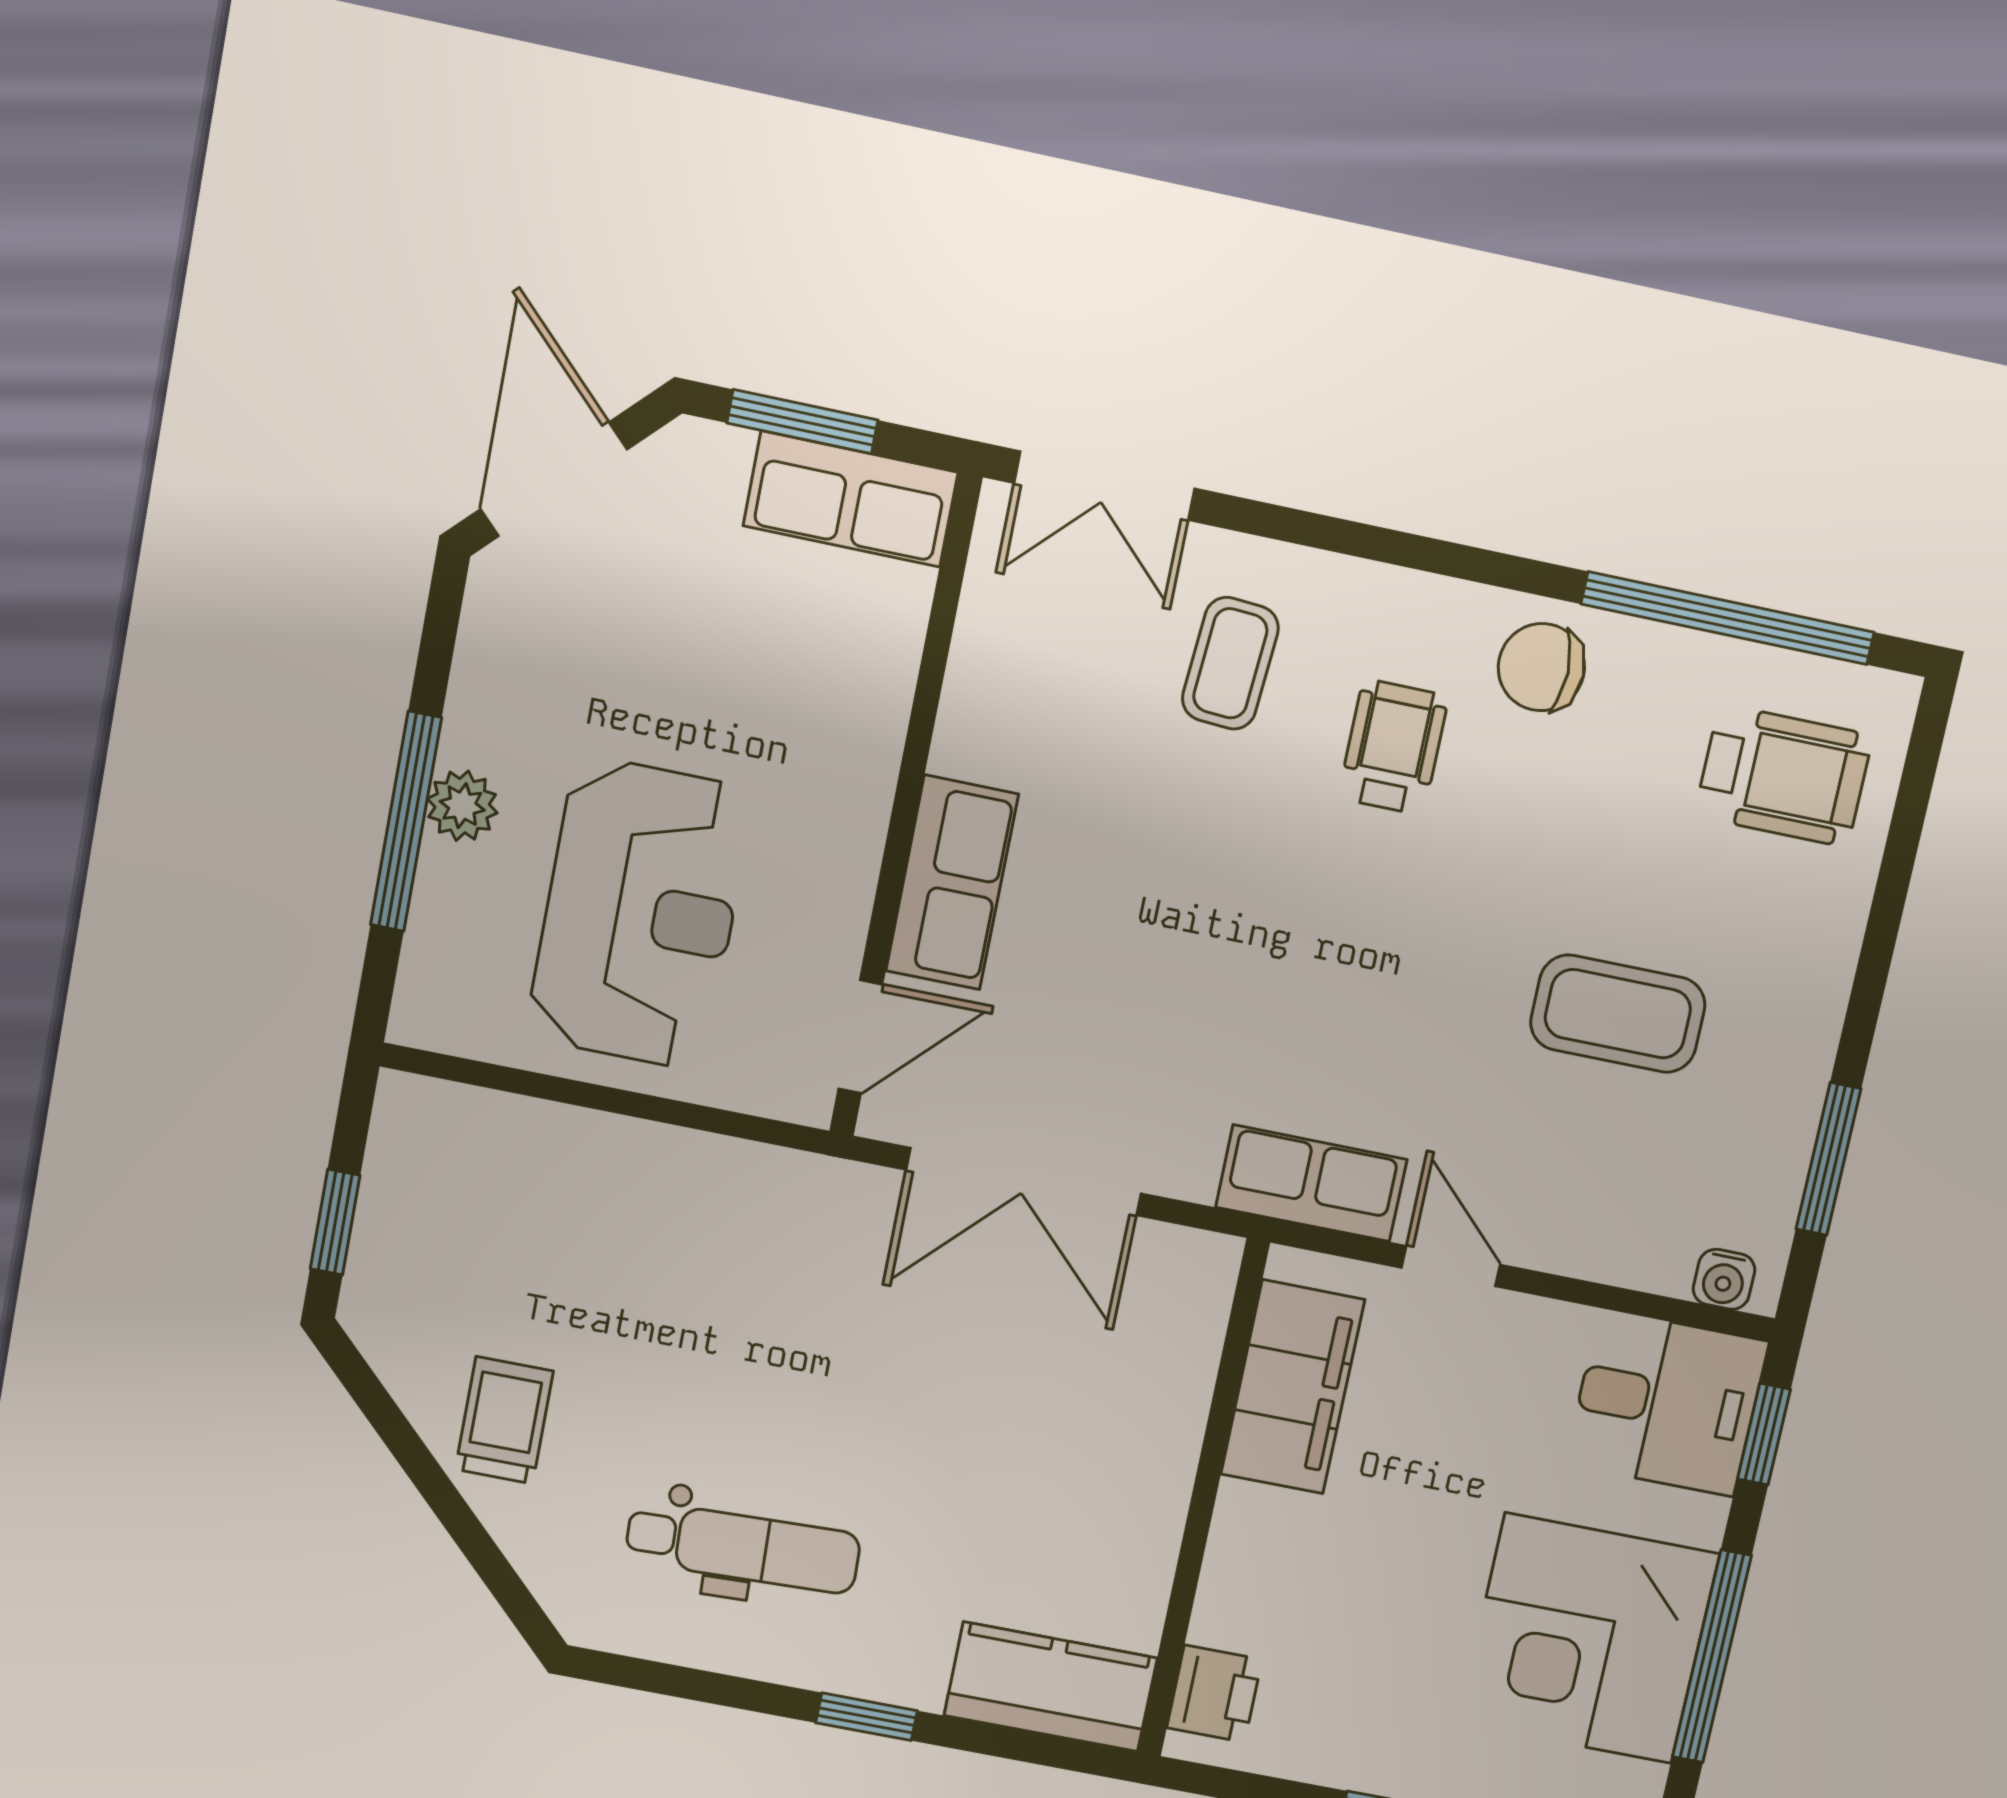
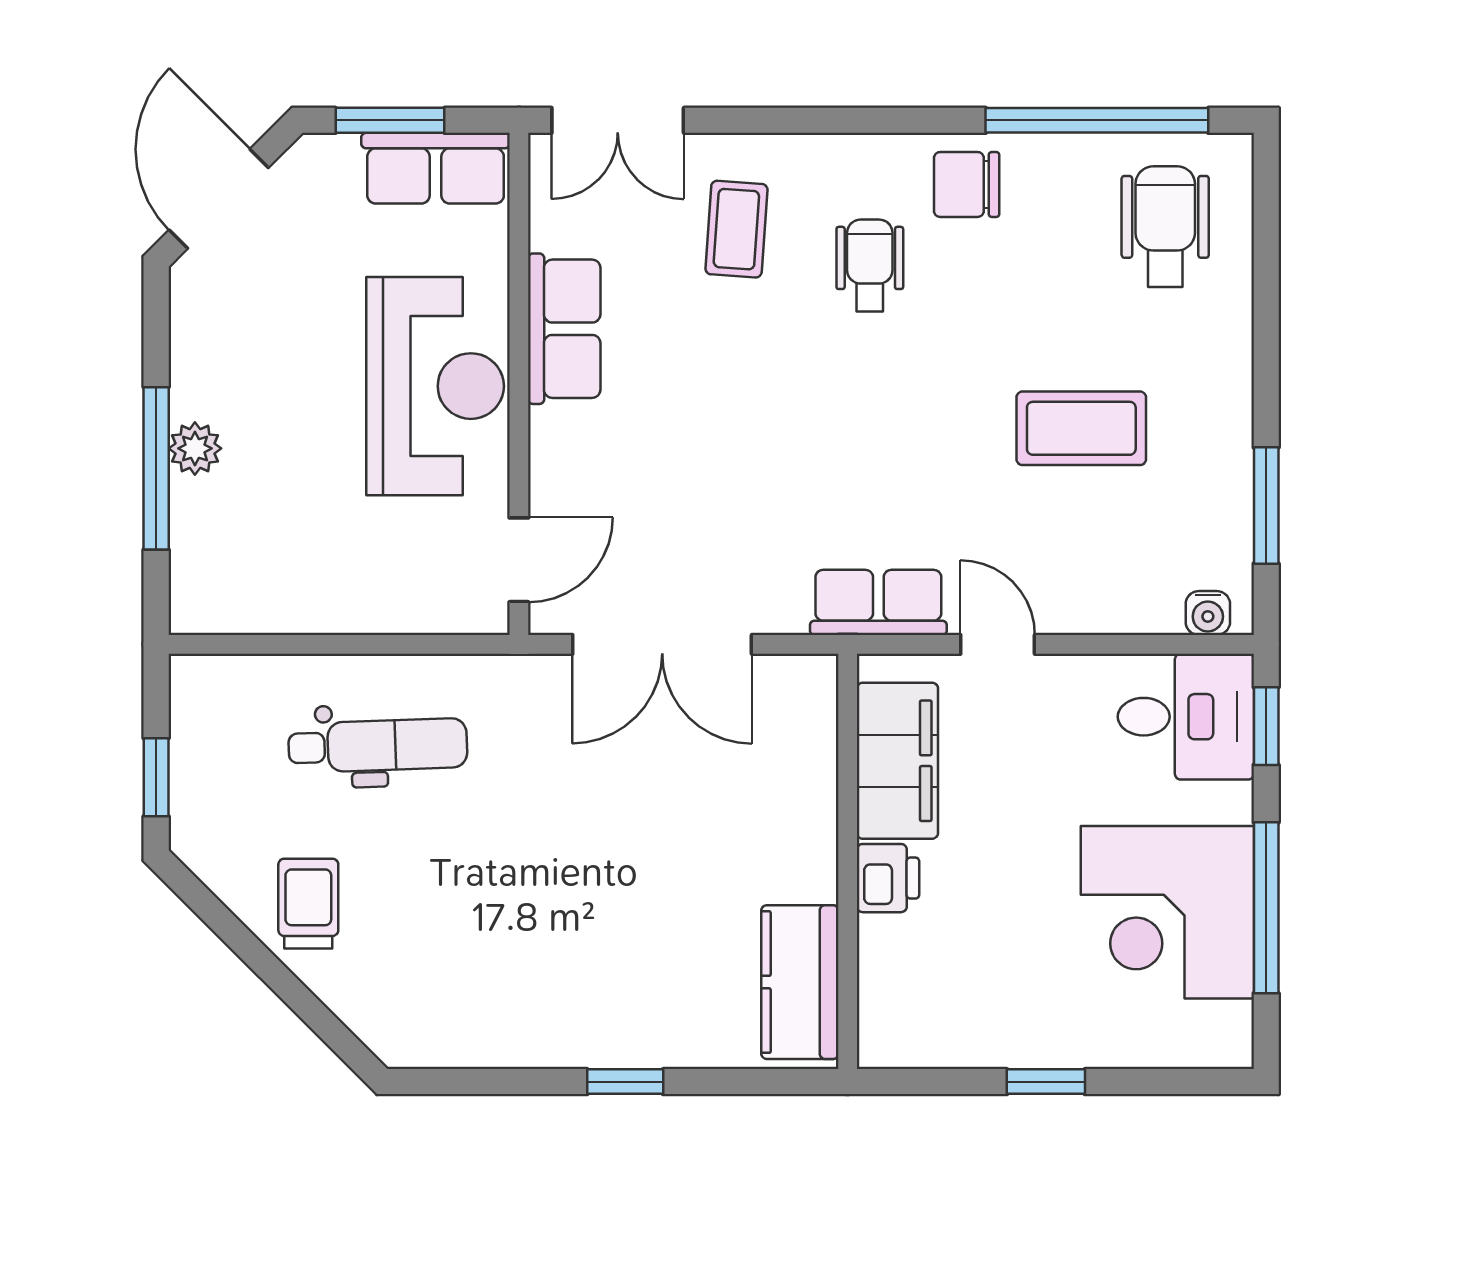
wheelchair: (1784, 776) -> (1165, 226), turned -90
row of seats: (952, 883) -> (564, 329), moved
reception desk: (640, 913) -> (435, 386), moved
dental chair: (743, 1547) -> (378, 746), moved
kitchen counter: (1051, 1687) -> (800, 982), moved, turned -90
printer: (1214, 1694) -> (888, 878), moved

